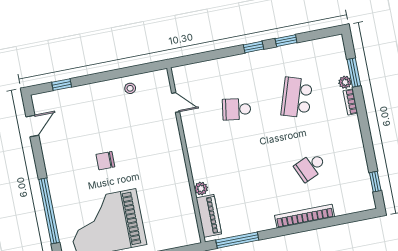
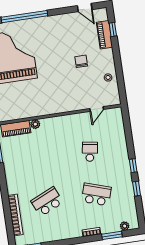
plant: (345, 82) -> (125, 226), moved
piano: (70, 96) -> (105, 35), added
chair: (105, 161) -> (81, 61), moved
school desk: (310, 167) -> (47, 202), width x1.85
bookcase: (305, 216) -> (15, 215), moved

